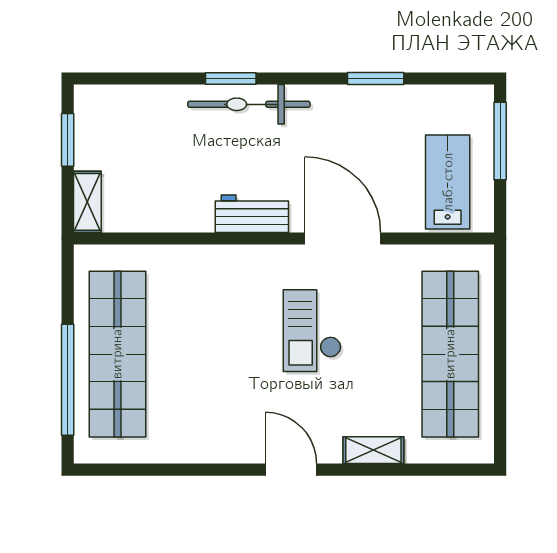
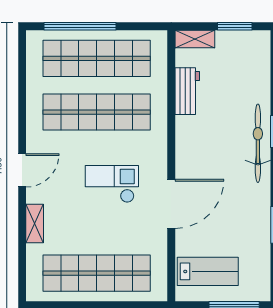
workbench: (252, 214) -> (187, 91), moved
shop shelf: (201, 354) -> (97, 112), added

